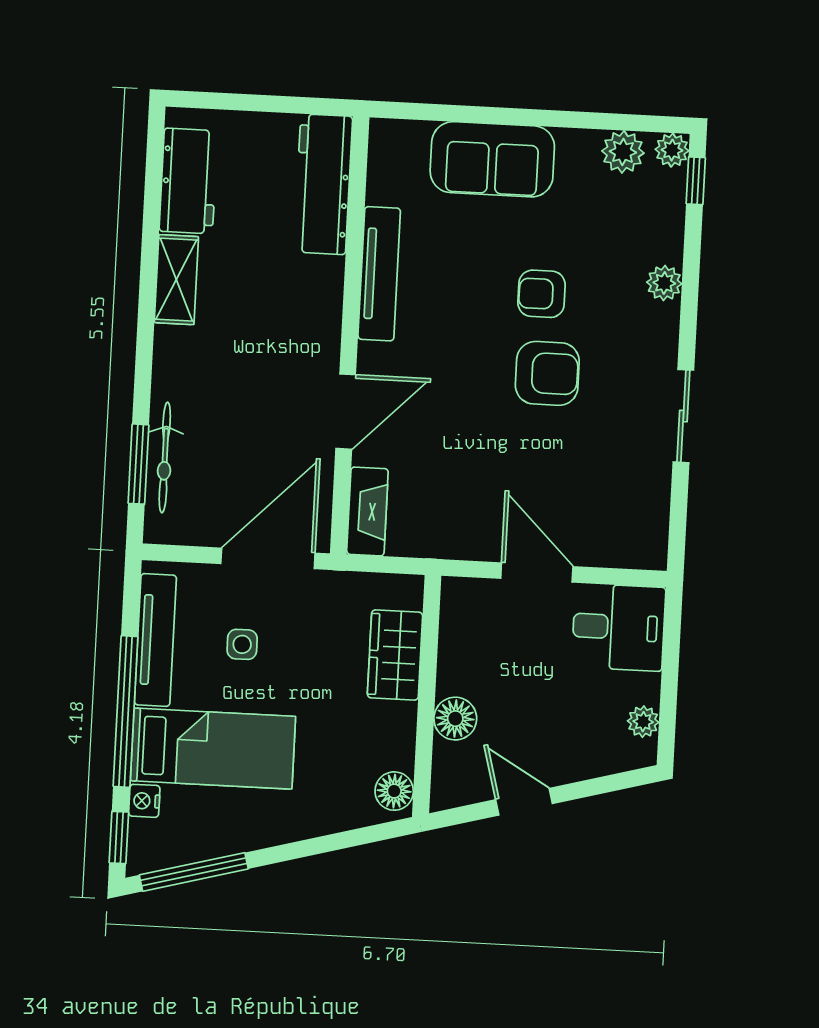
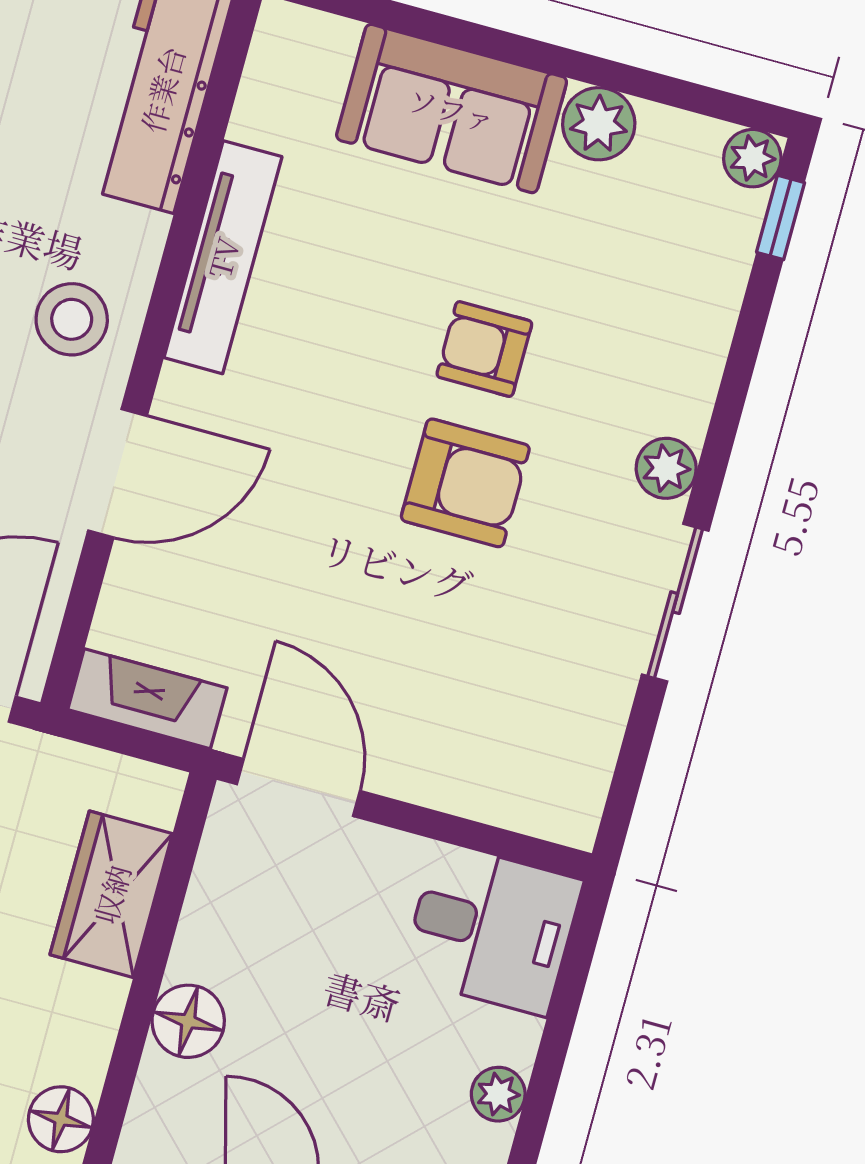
plant: (623, 152) -> (599, 124), moved
plant: (664, 283) -> (666, 468), moved
stool: (300, 329) -> (72, 319), added
fireplace: (367, 511) -> (147, 699), moved, turned -90
door: (537, 572) -> (298, 788), moved

